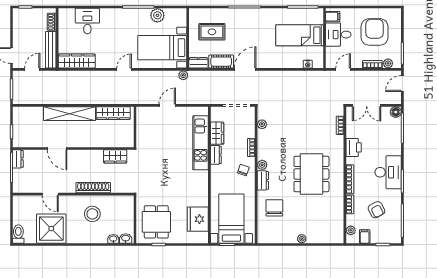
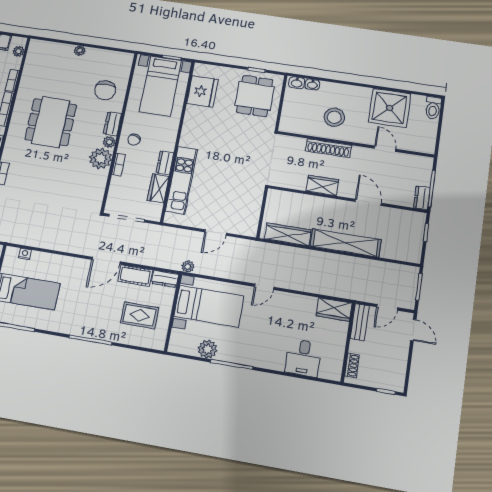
bench: (51, 50) -> (360, 322), width x0.73
wardrobe: (77, 61) -> (334, 309), width x0.67
plant: (262, 124) -> (101, 159), moved, width x1.88, depth x1.88
wardrobe: (115, 156) -> (322, 185), moved

